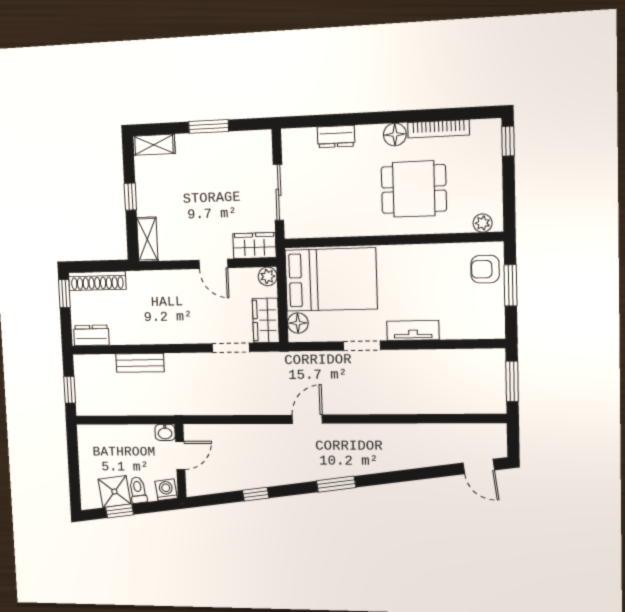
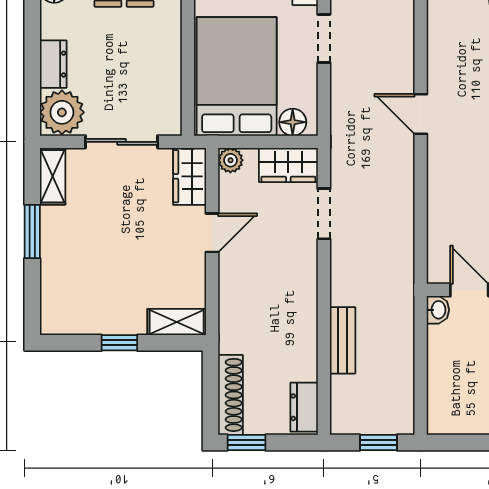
shelving: (154, 145) -> (53, 176), moved
plant: (299, 145) -> (62, 112), added

